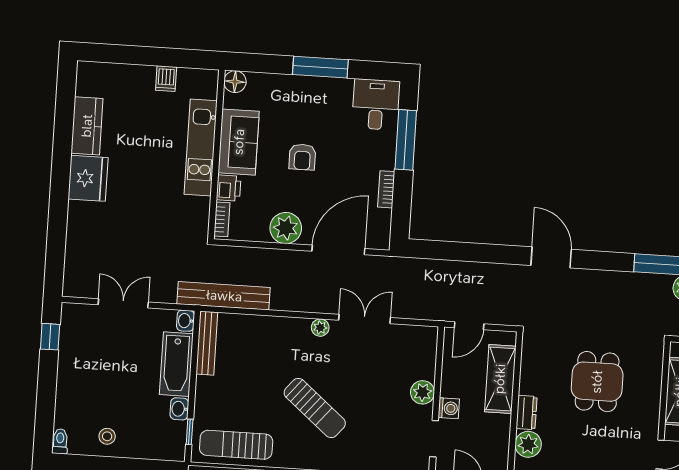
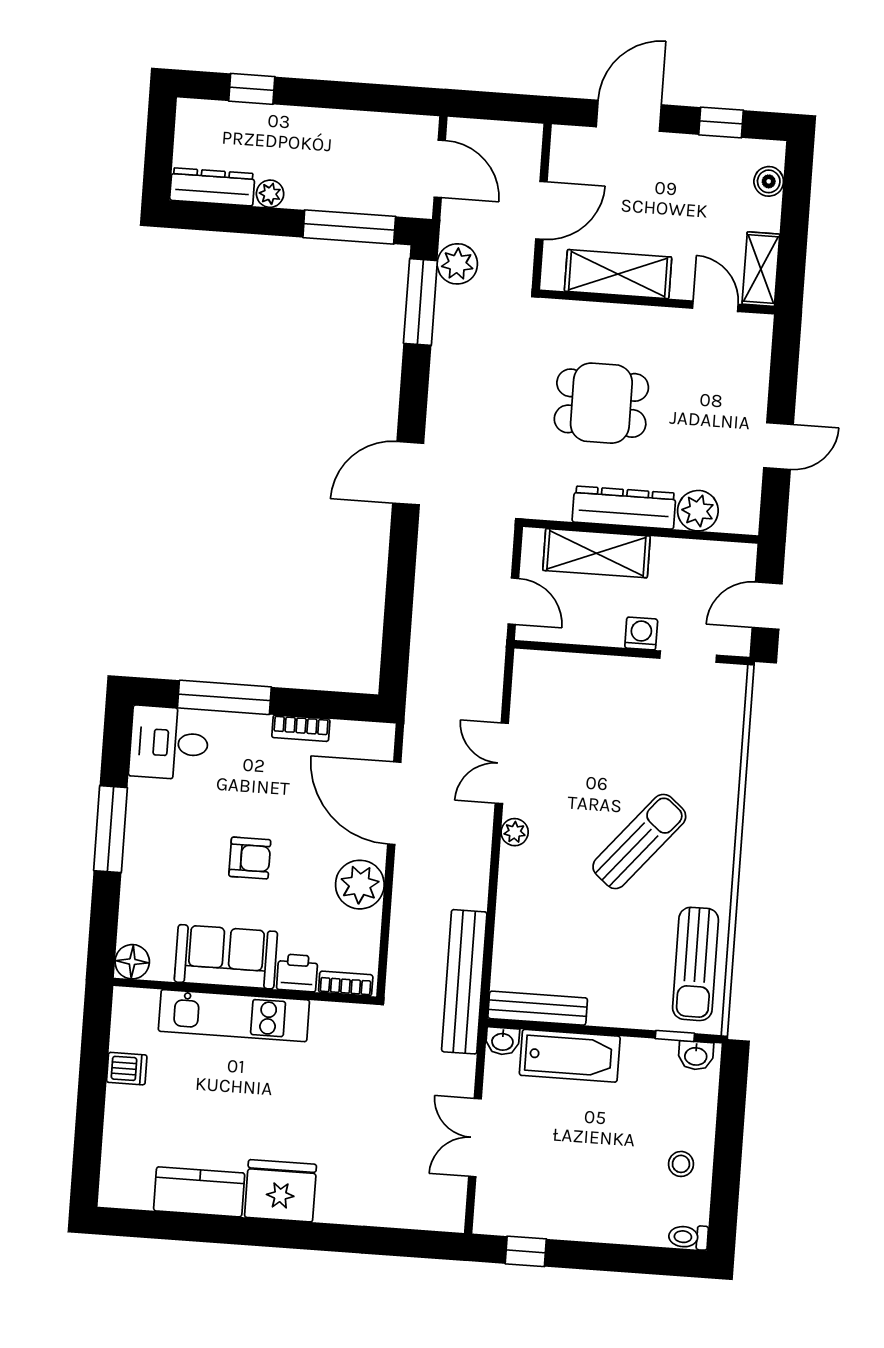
plant: (422, 392) -> (616, 674), removed
washbasin: (179, 409) -> (696, 1056), moved
dresser: (527, 413) -> (624, 508), width x1.96, depth x1.24

